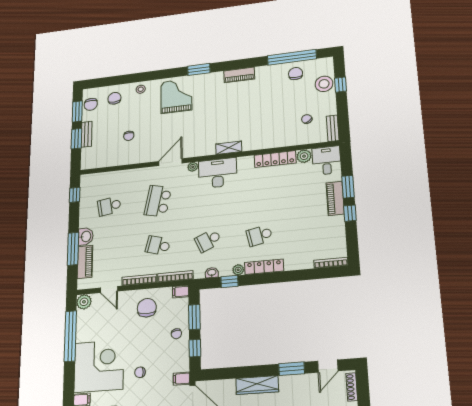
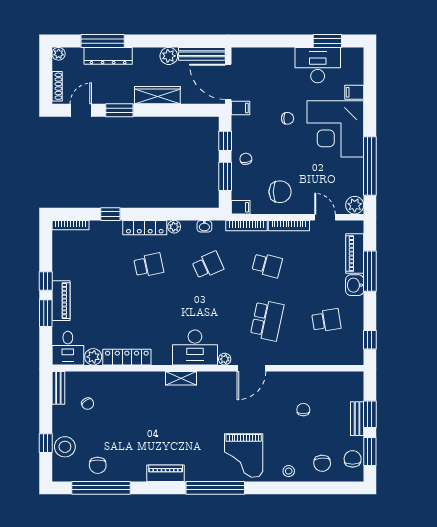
window: (199, 70) -> (215, 488), width x2.11
window: (229, 281) -> (110, 214), moved
chair: (147, 308) -> (280, 192), turned -90

